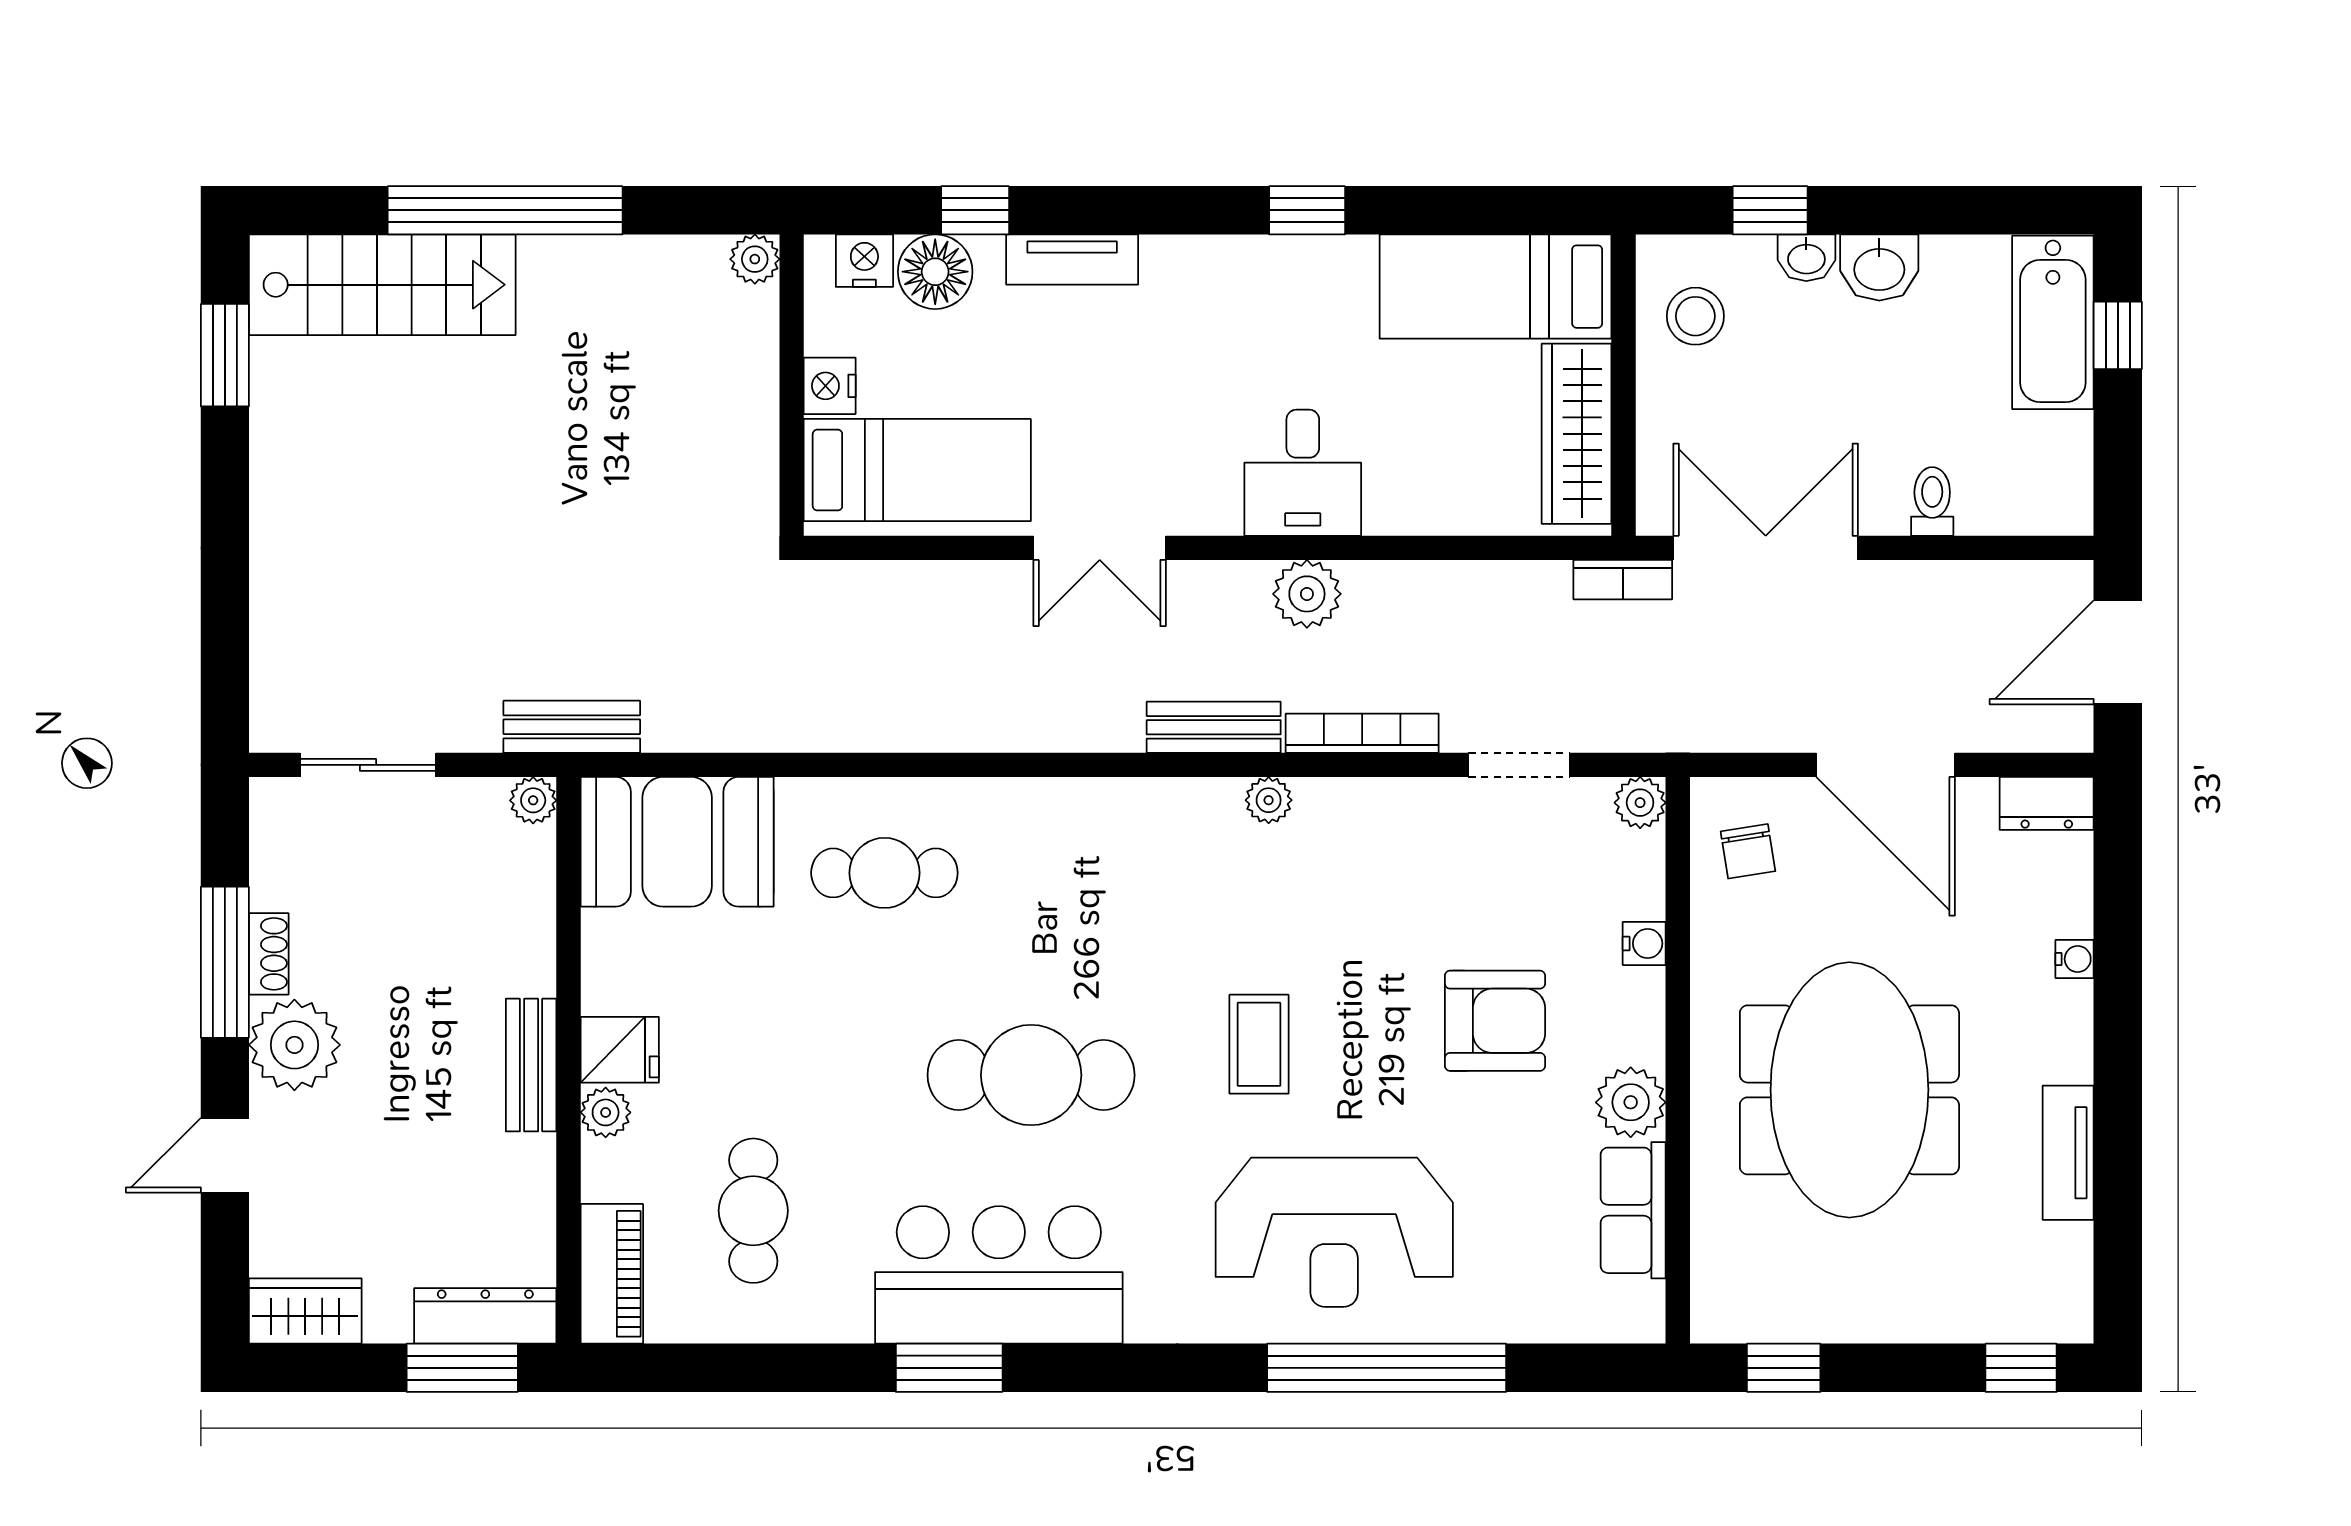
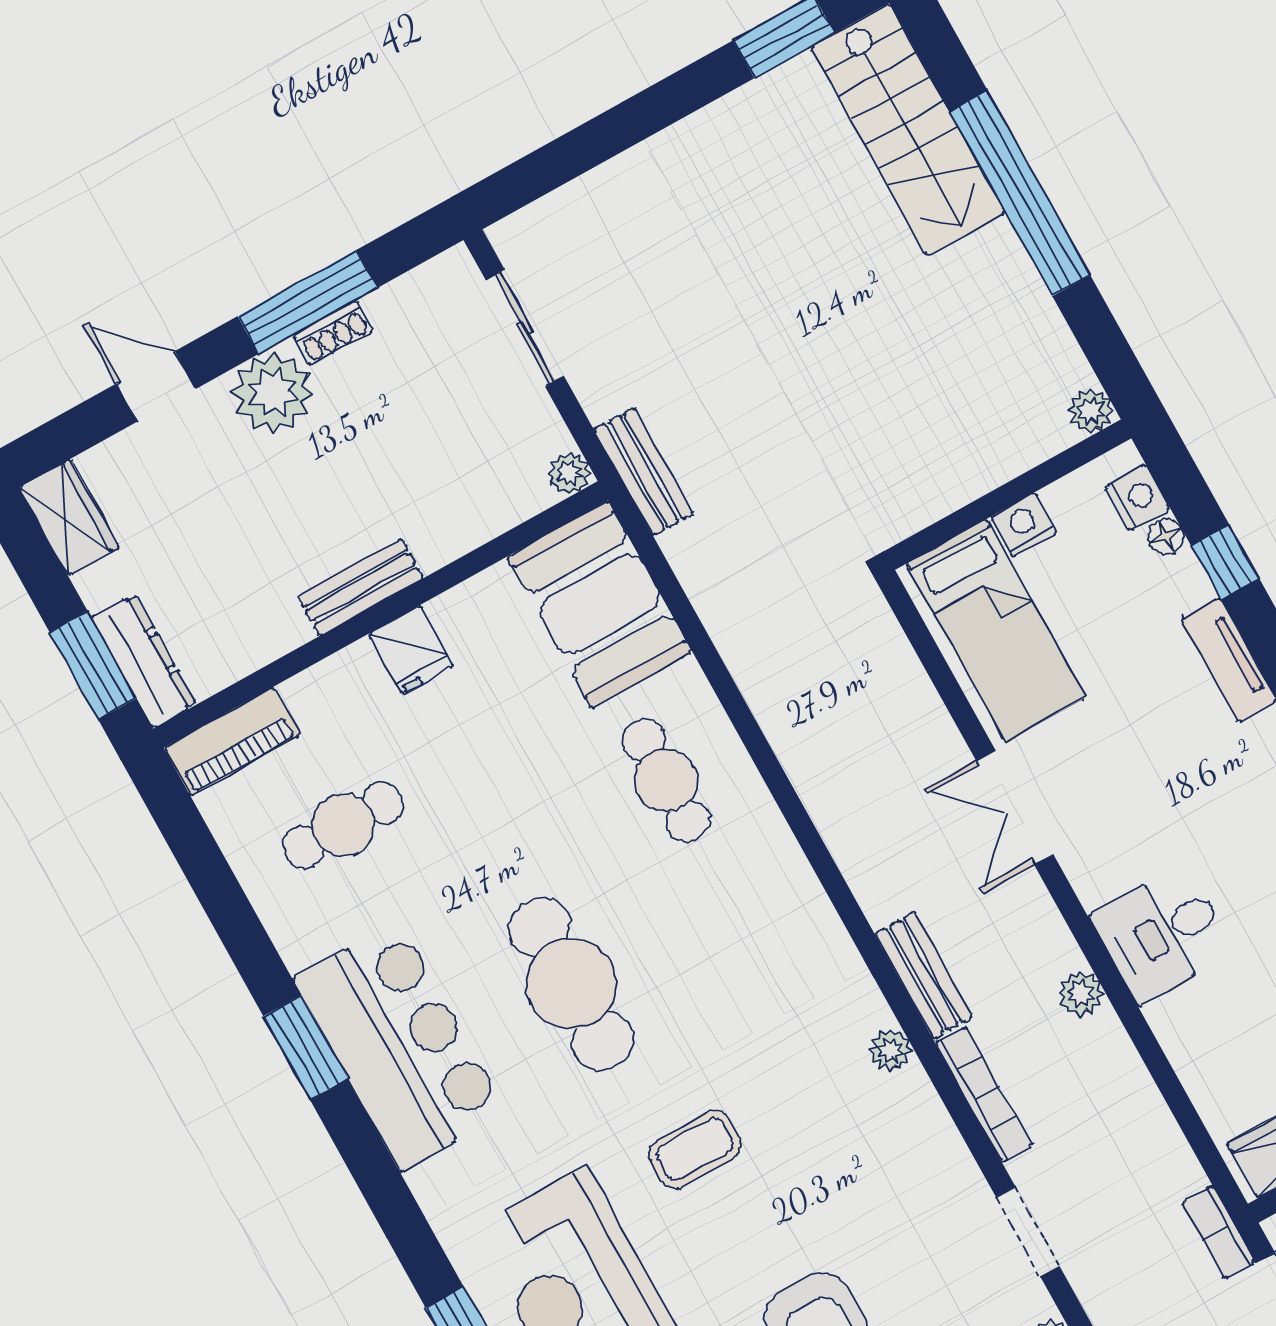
floor lamp: (935, 272) -> (1166, 536), width x0.53, depth x0.53
plant: (1307, 594) -> (1080, 994), width x0.73, depth x0.73
plant: (606, 1112) -> (356, 666), removed

